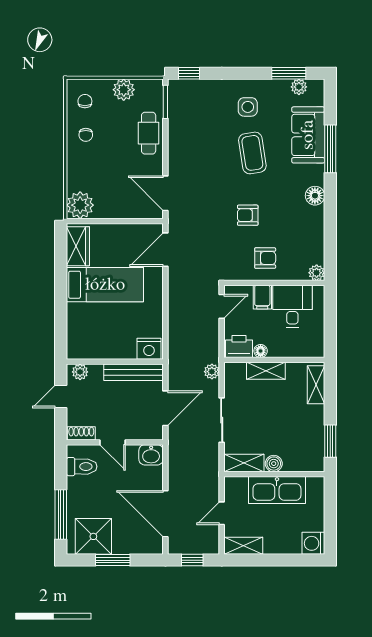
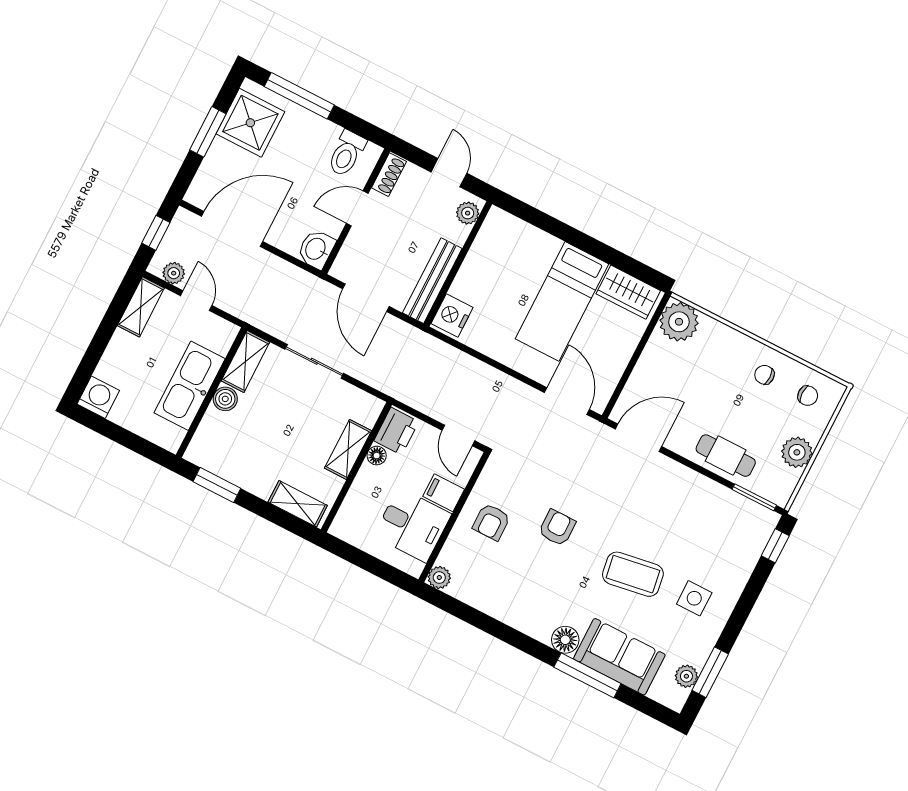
floor lamp: (315, 196) -> (565, 640), moved
plant: (212, 372) -> (174, 273), moved

